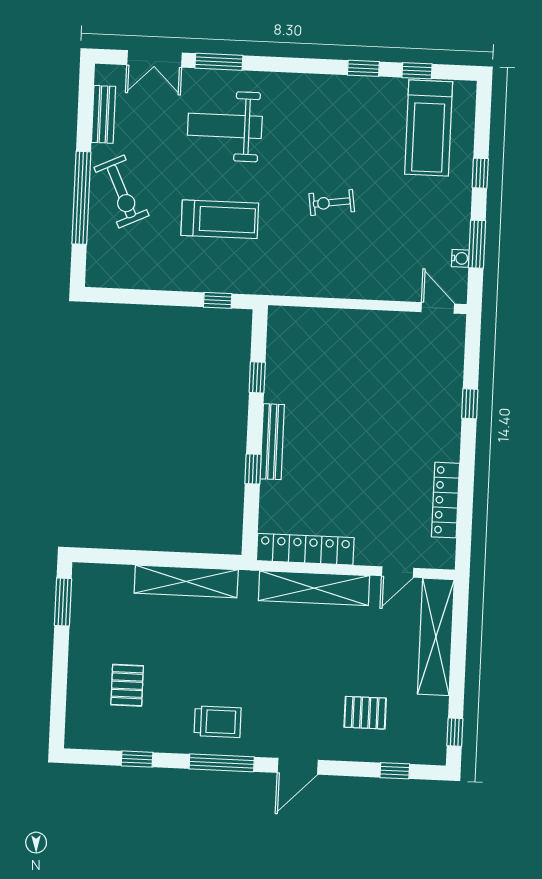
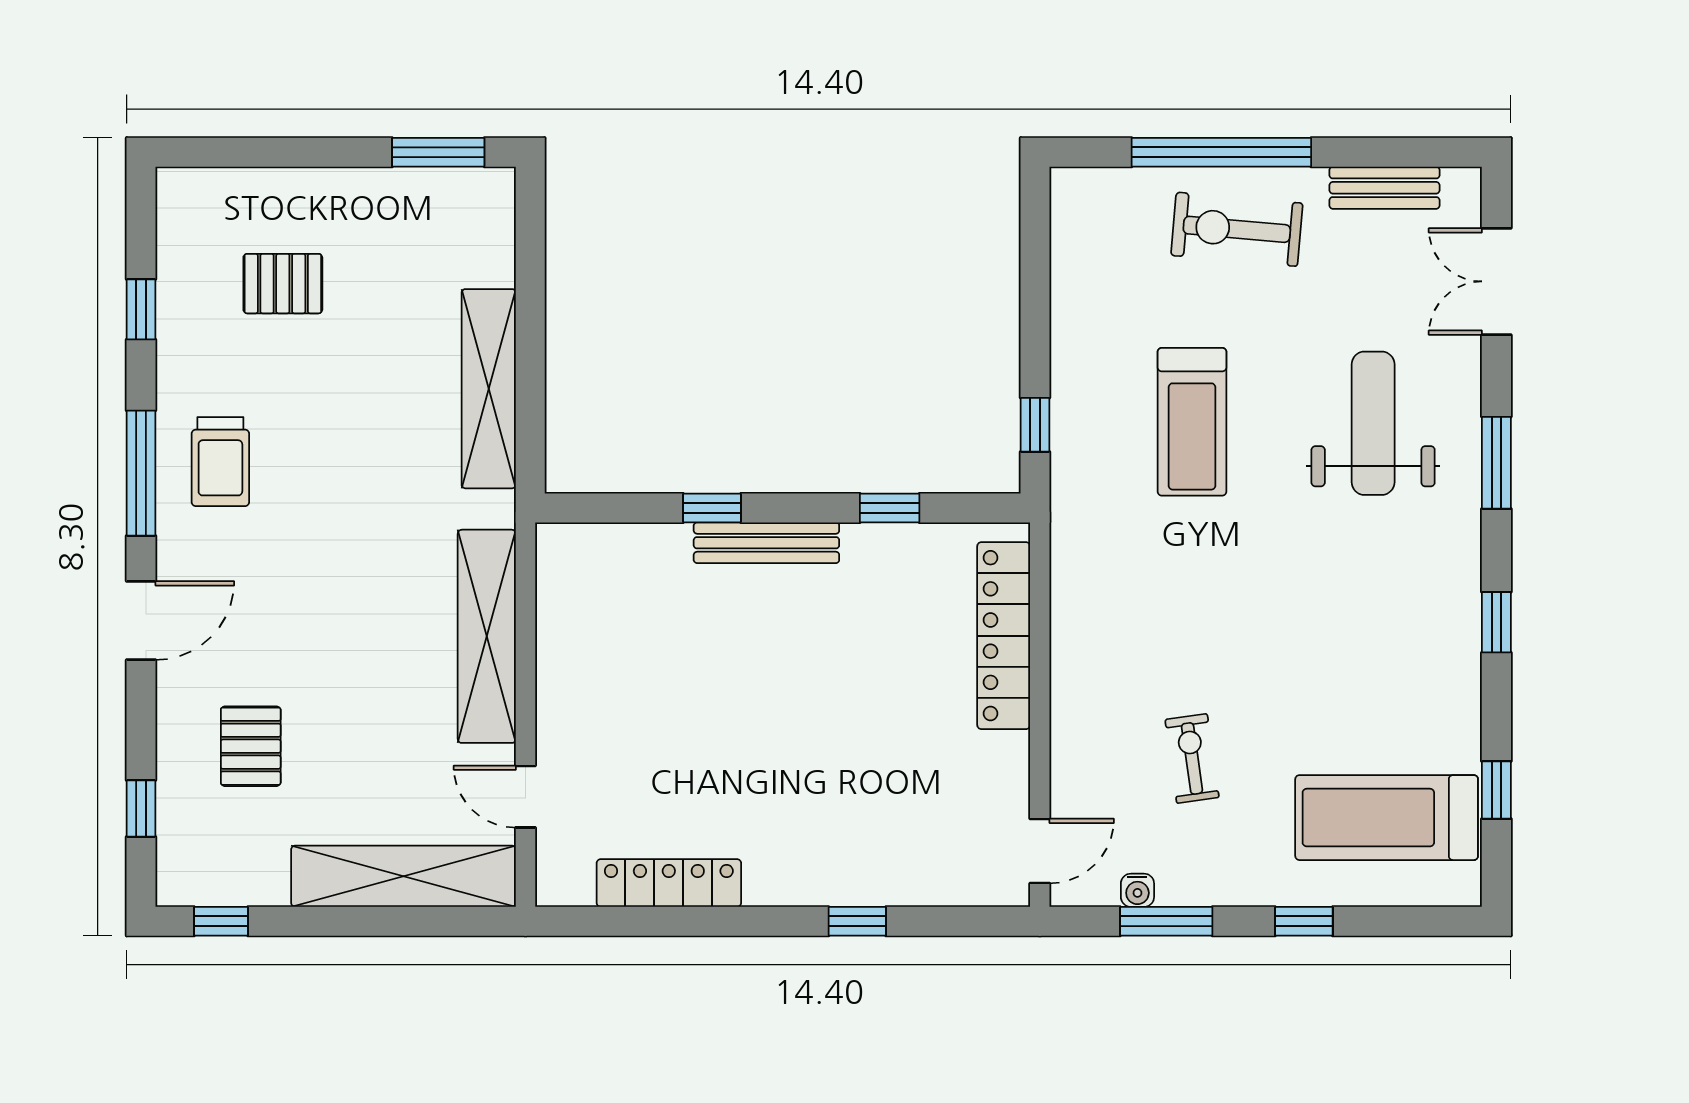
window: (219, 62) -> (1496, 463), moved
window: (363, 68) -> (1496, 622), moved
exercise bike: (121, 192) -> (1237, 229), turned 30
exercise bike: (332, 203) -> (1192, 758), moved
locker: (305, 549) -> (1004, 636), moved, turned 180
door: (298, 766) -> (141, 621), swing flipped

